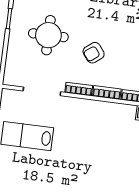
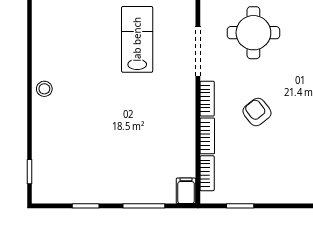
round table: (48, 35) -> (253, 33), moved

